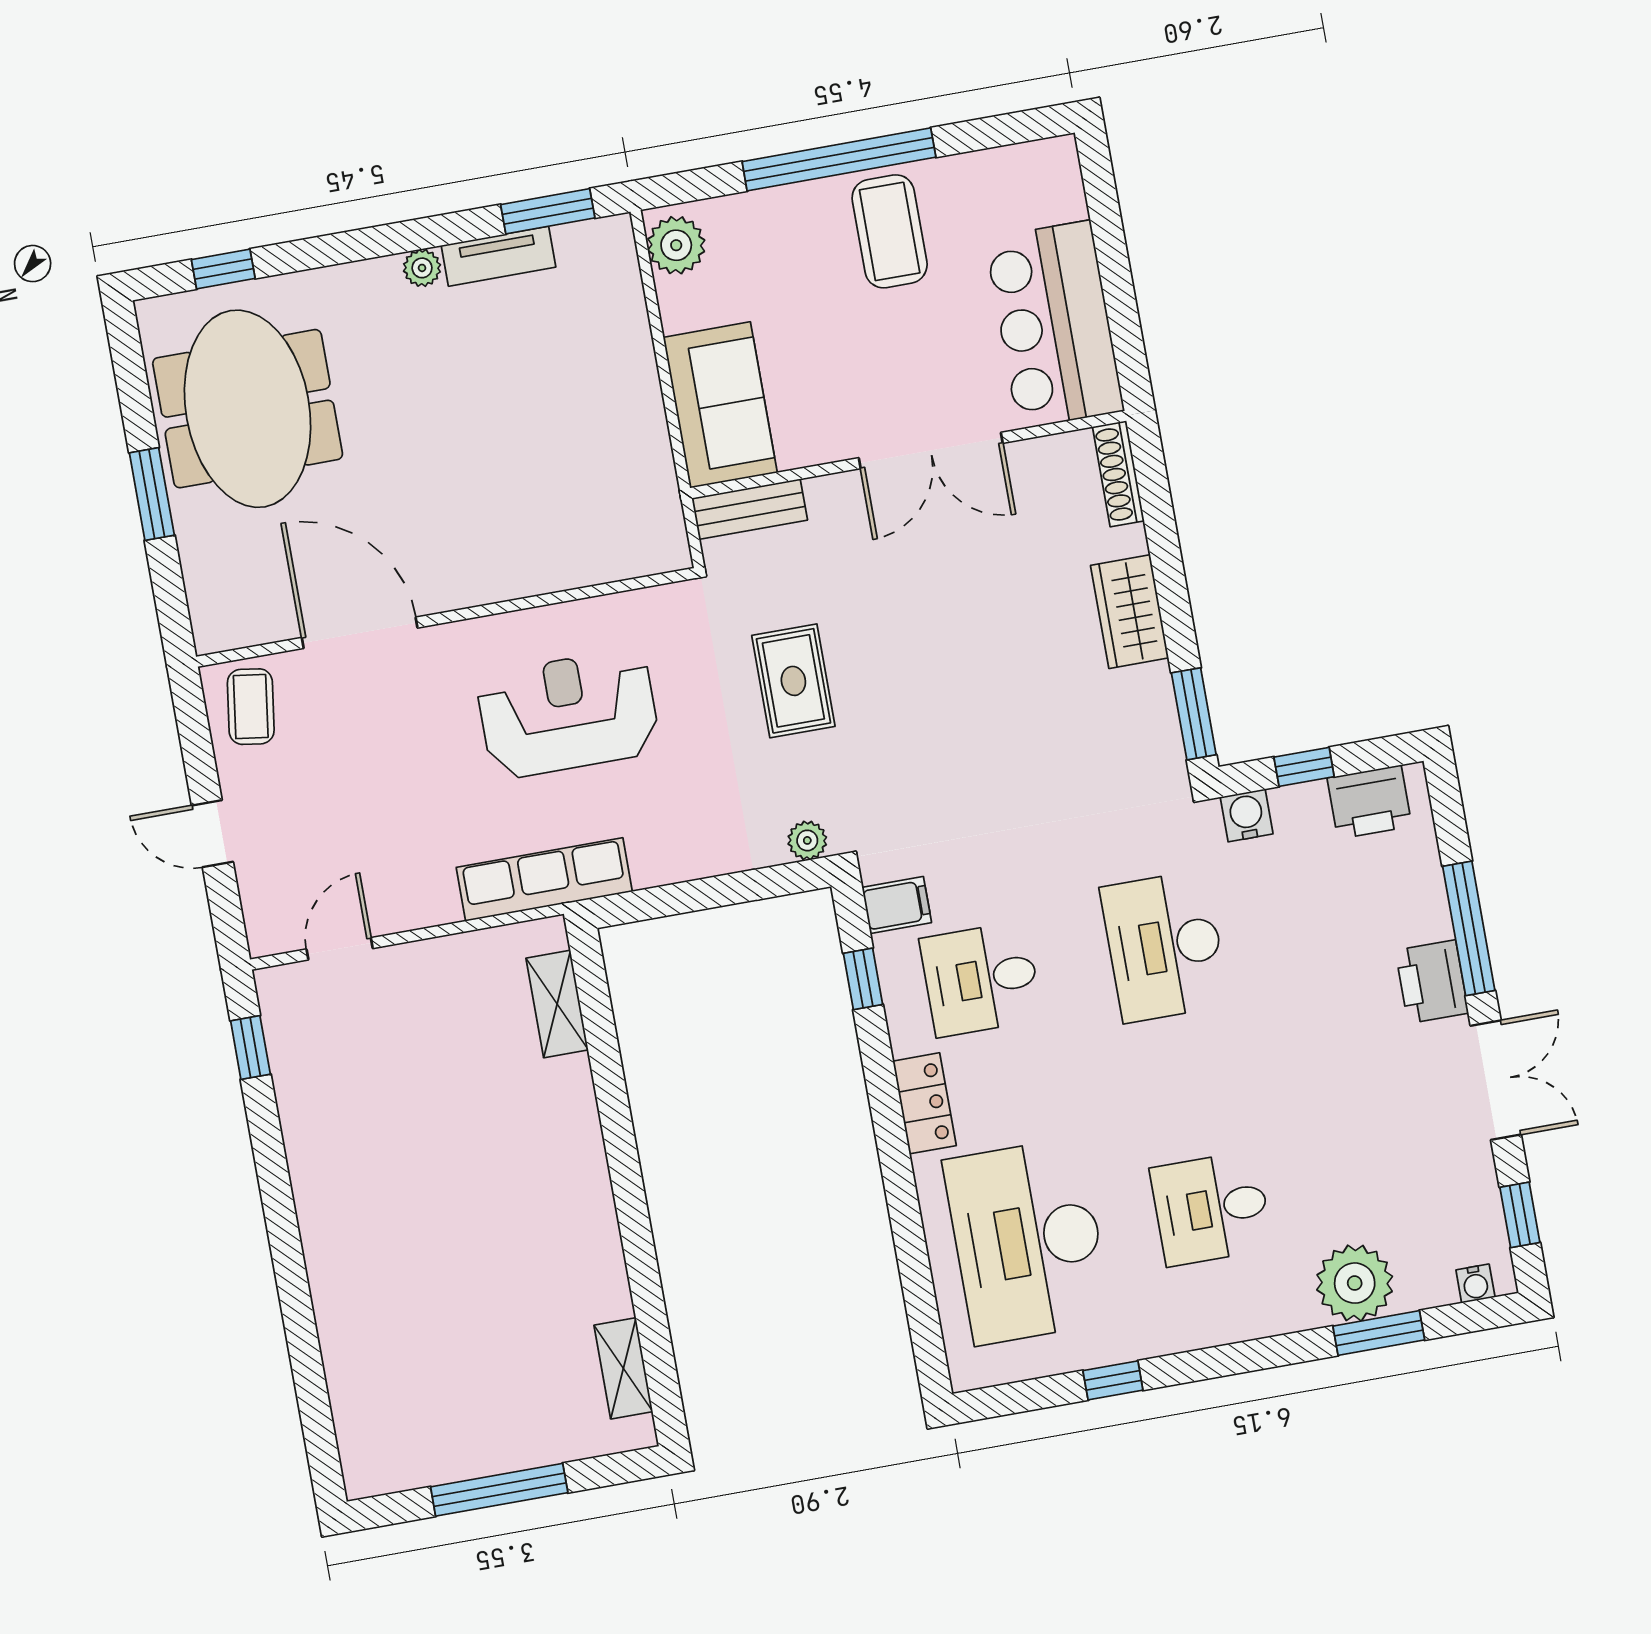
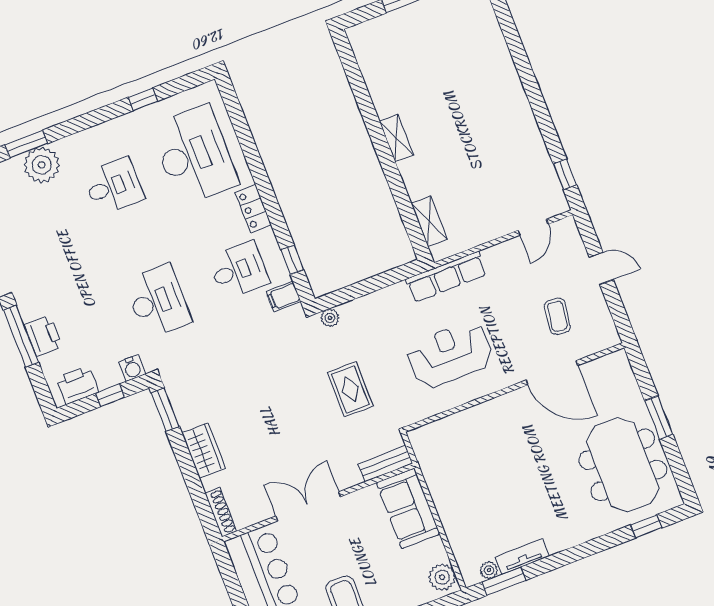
plant: (422, 268) -> (489, 570), moved
coffee table: (251, 707) -> (557, 316), moved
reception desk: (568, 714) -> (450, 354), turned 180
printer: (1432, 982) -> (43, 336), moved
shelving: (623, 1368) -> (396, 138), moved

